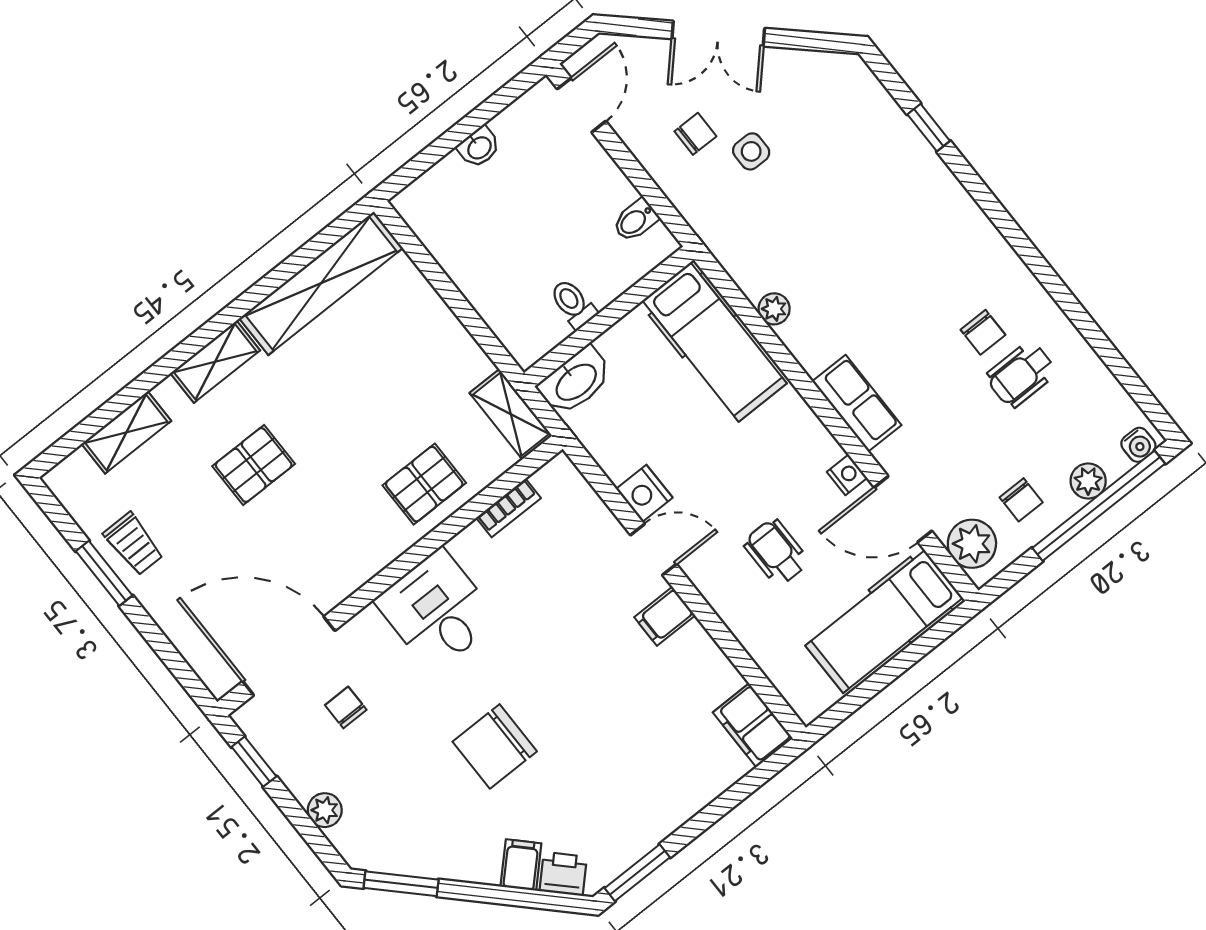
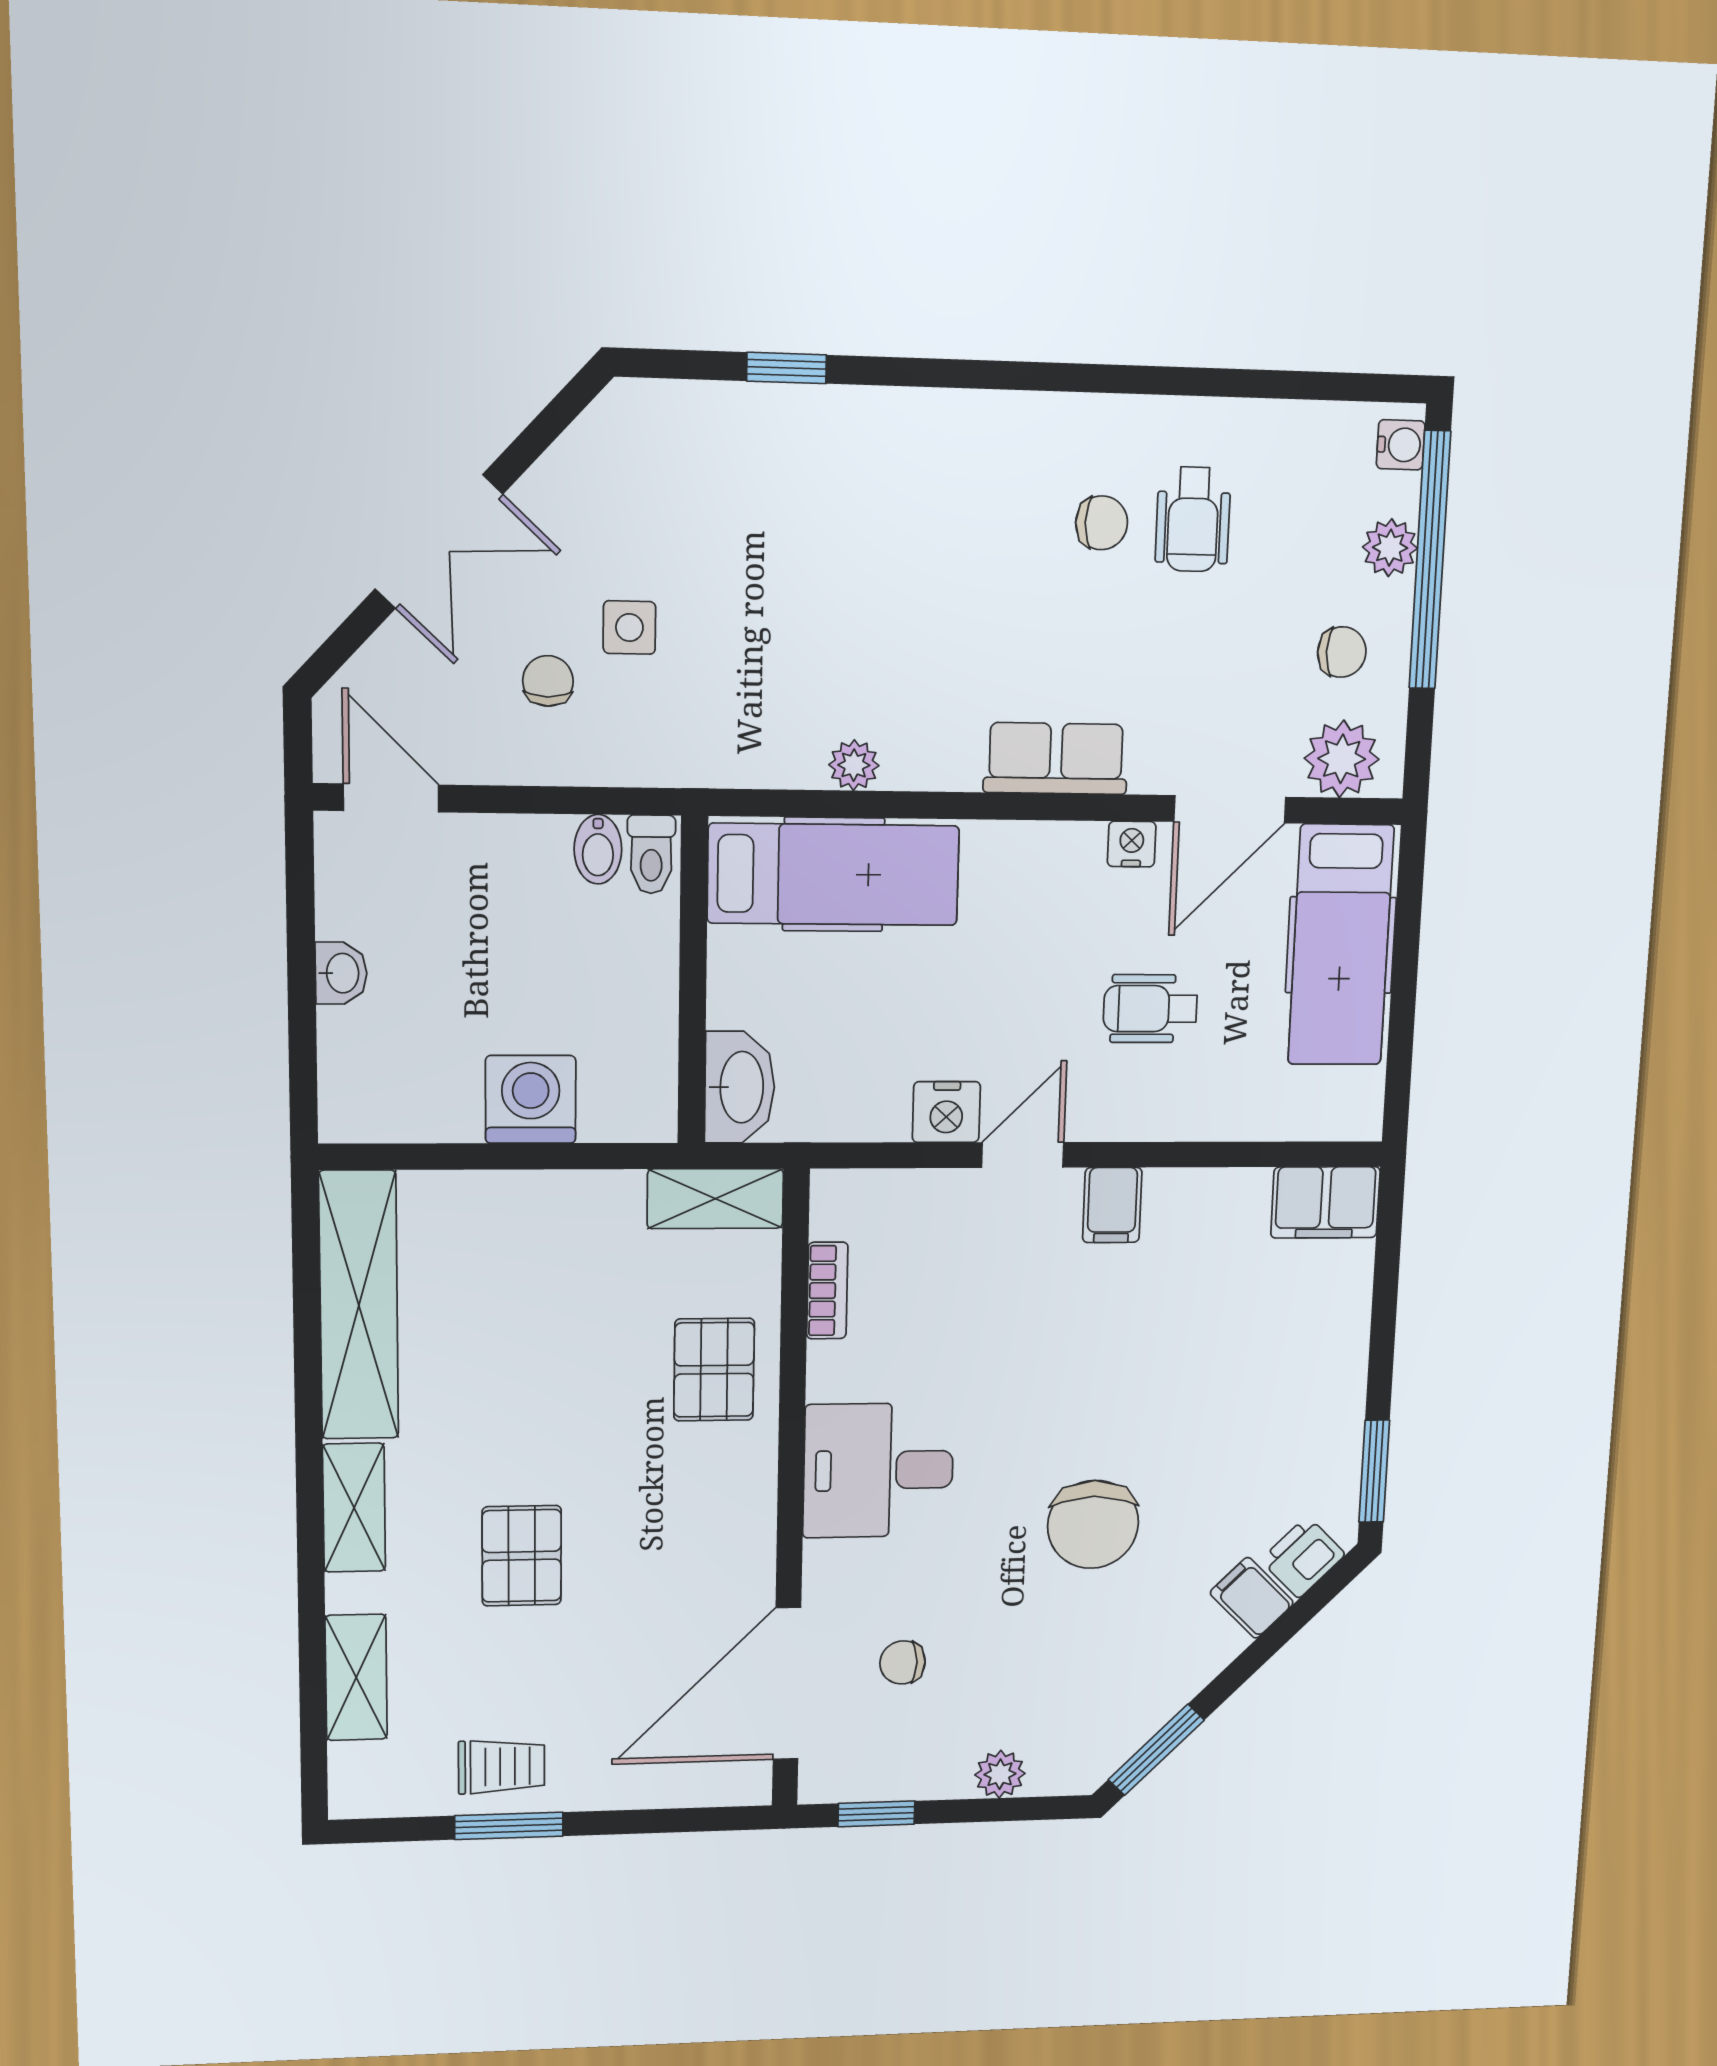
washing machine: (489, 285) -> (531, 1099), added
toilet: (573, 304) -> (651, 854), moved, turned -90

